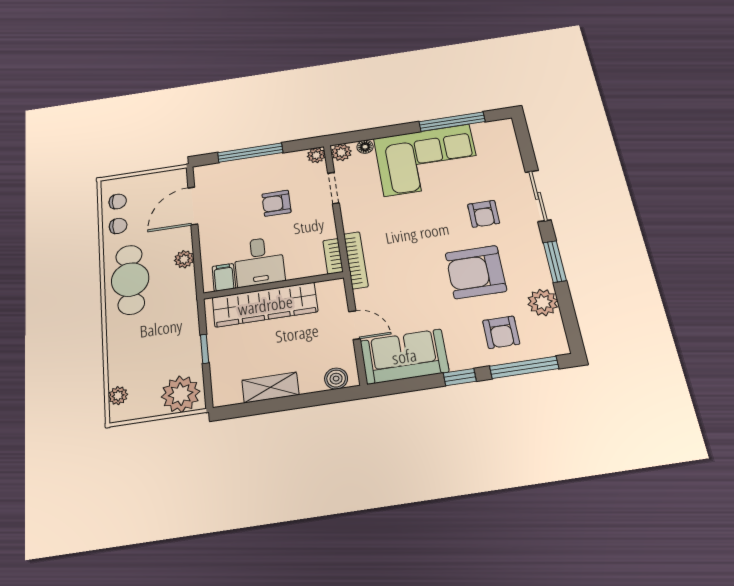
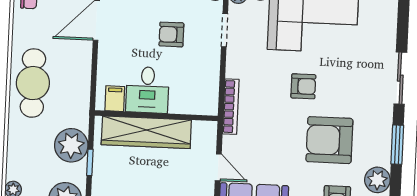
armchair: (484, 214) -> (303, 86), moved, turned -90
chair: (118, 226) -> (27, 26), removed
bookcase: (333, 256) -> (212, 99), removed
plant: (184, 259) -> (71, 145), moved, width x1.87, depth x1.87

